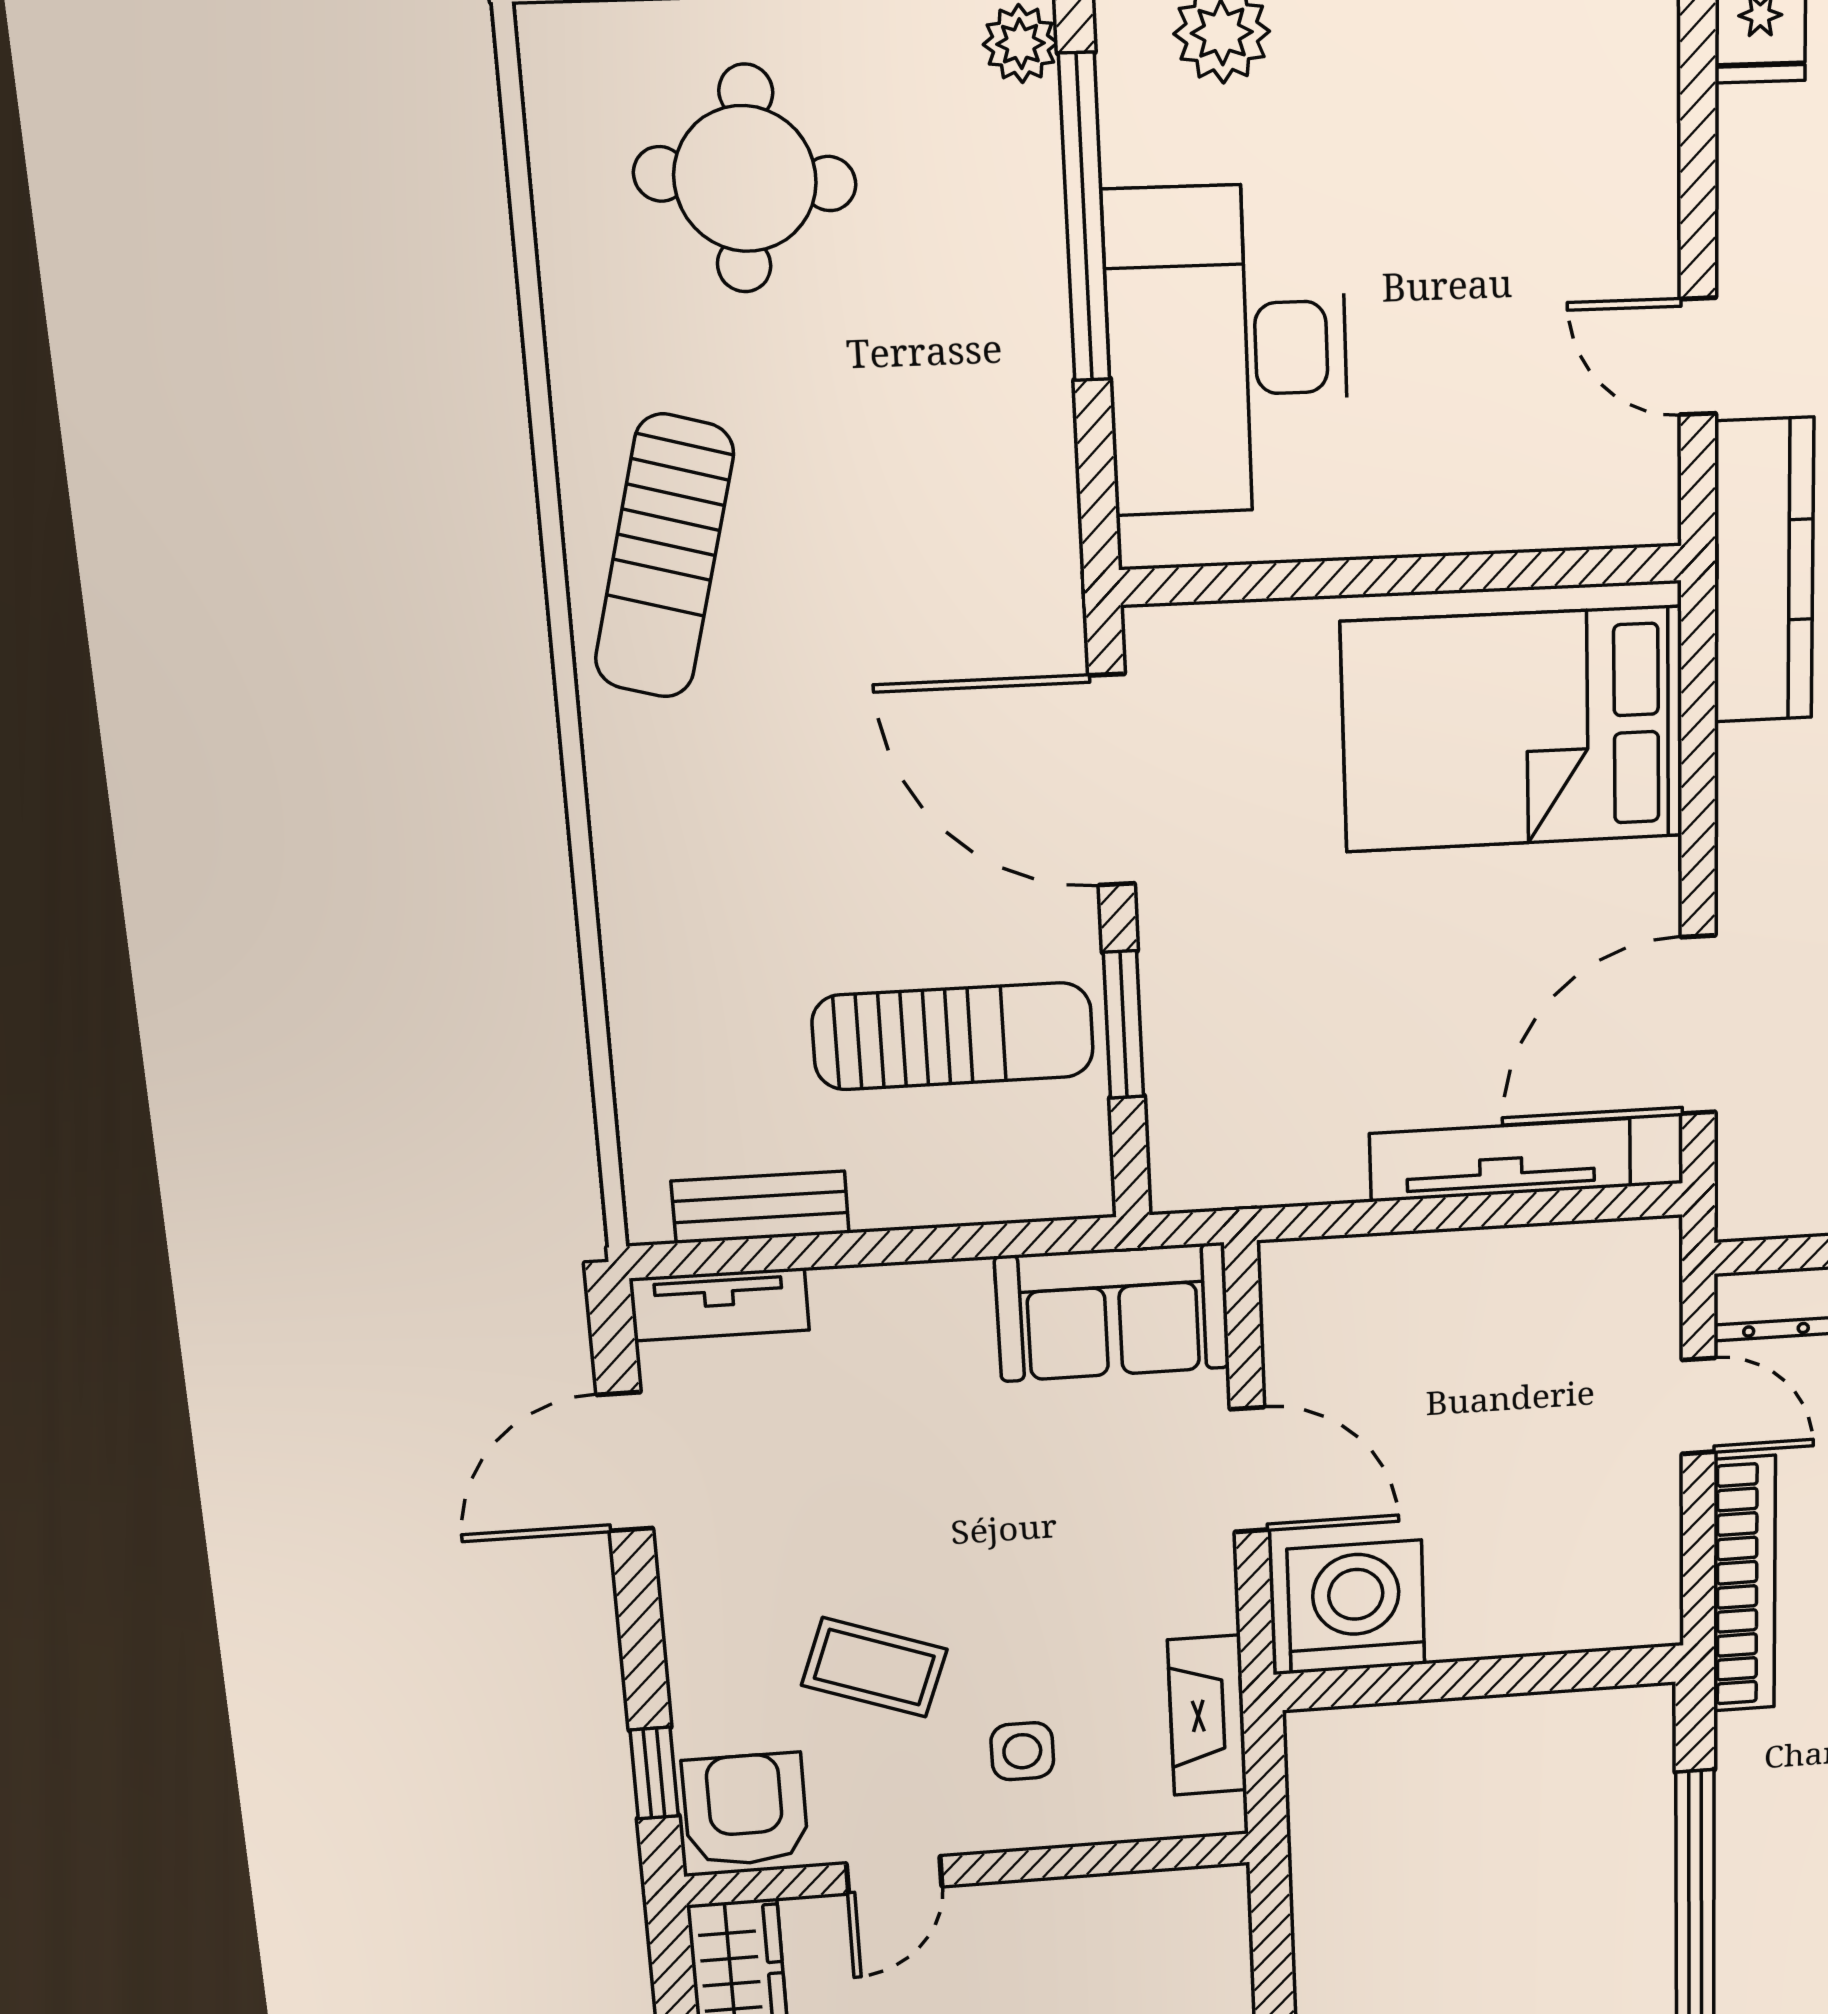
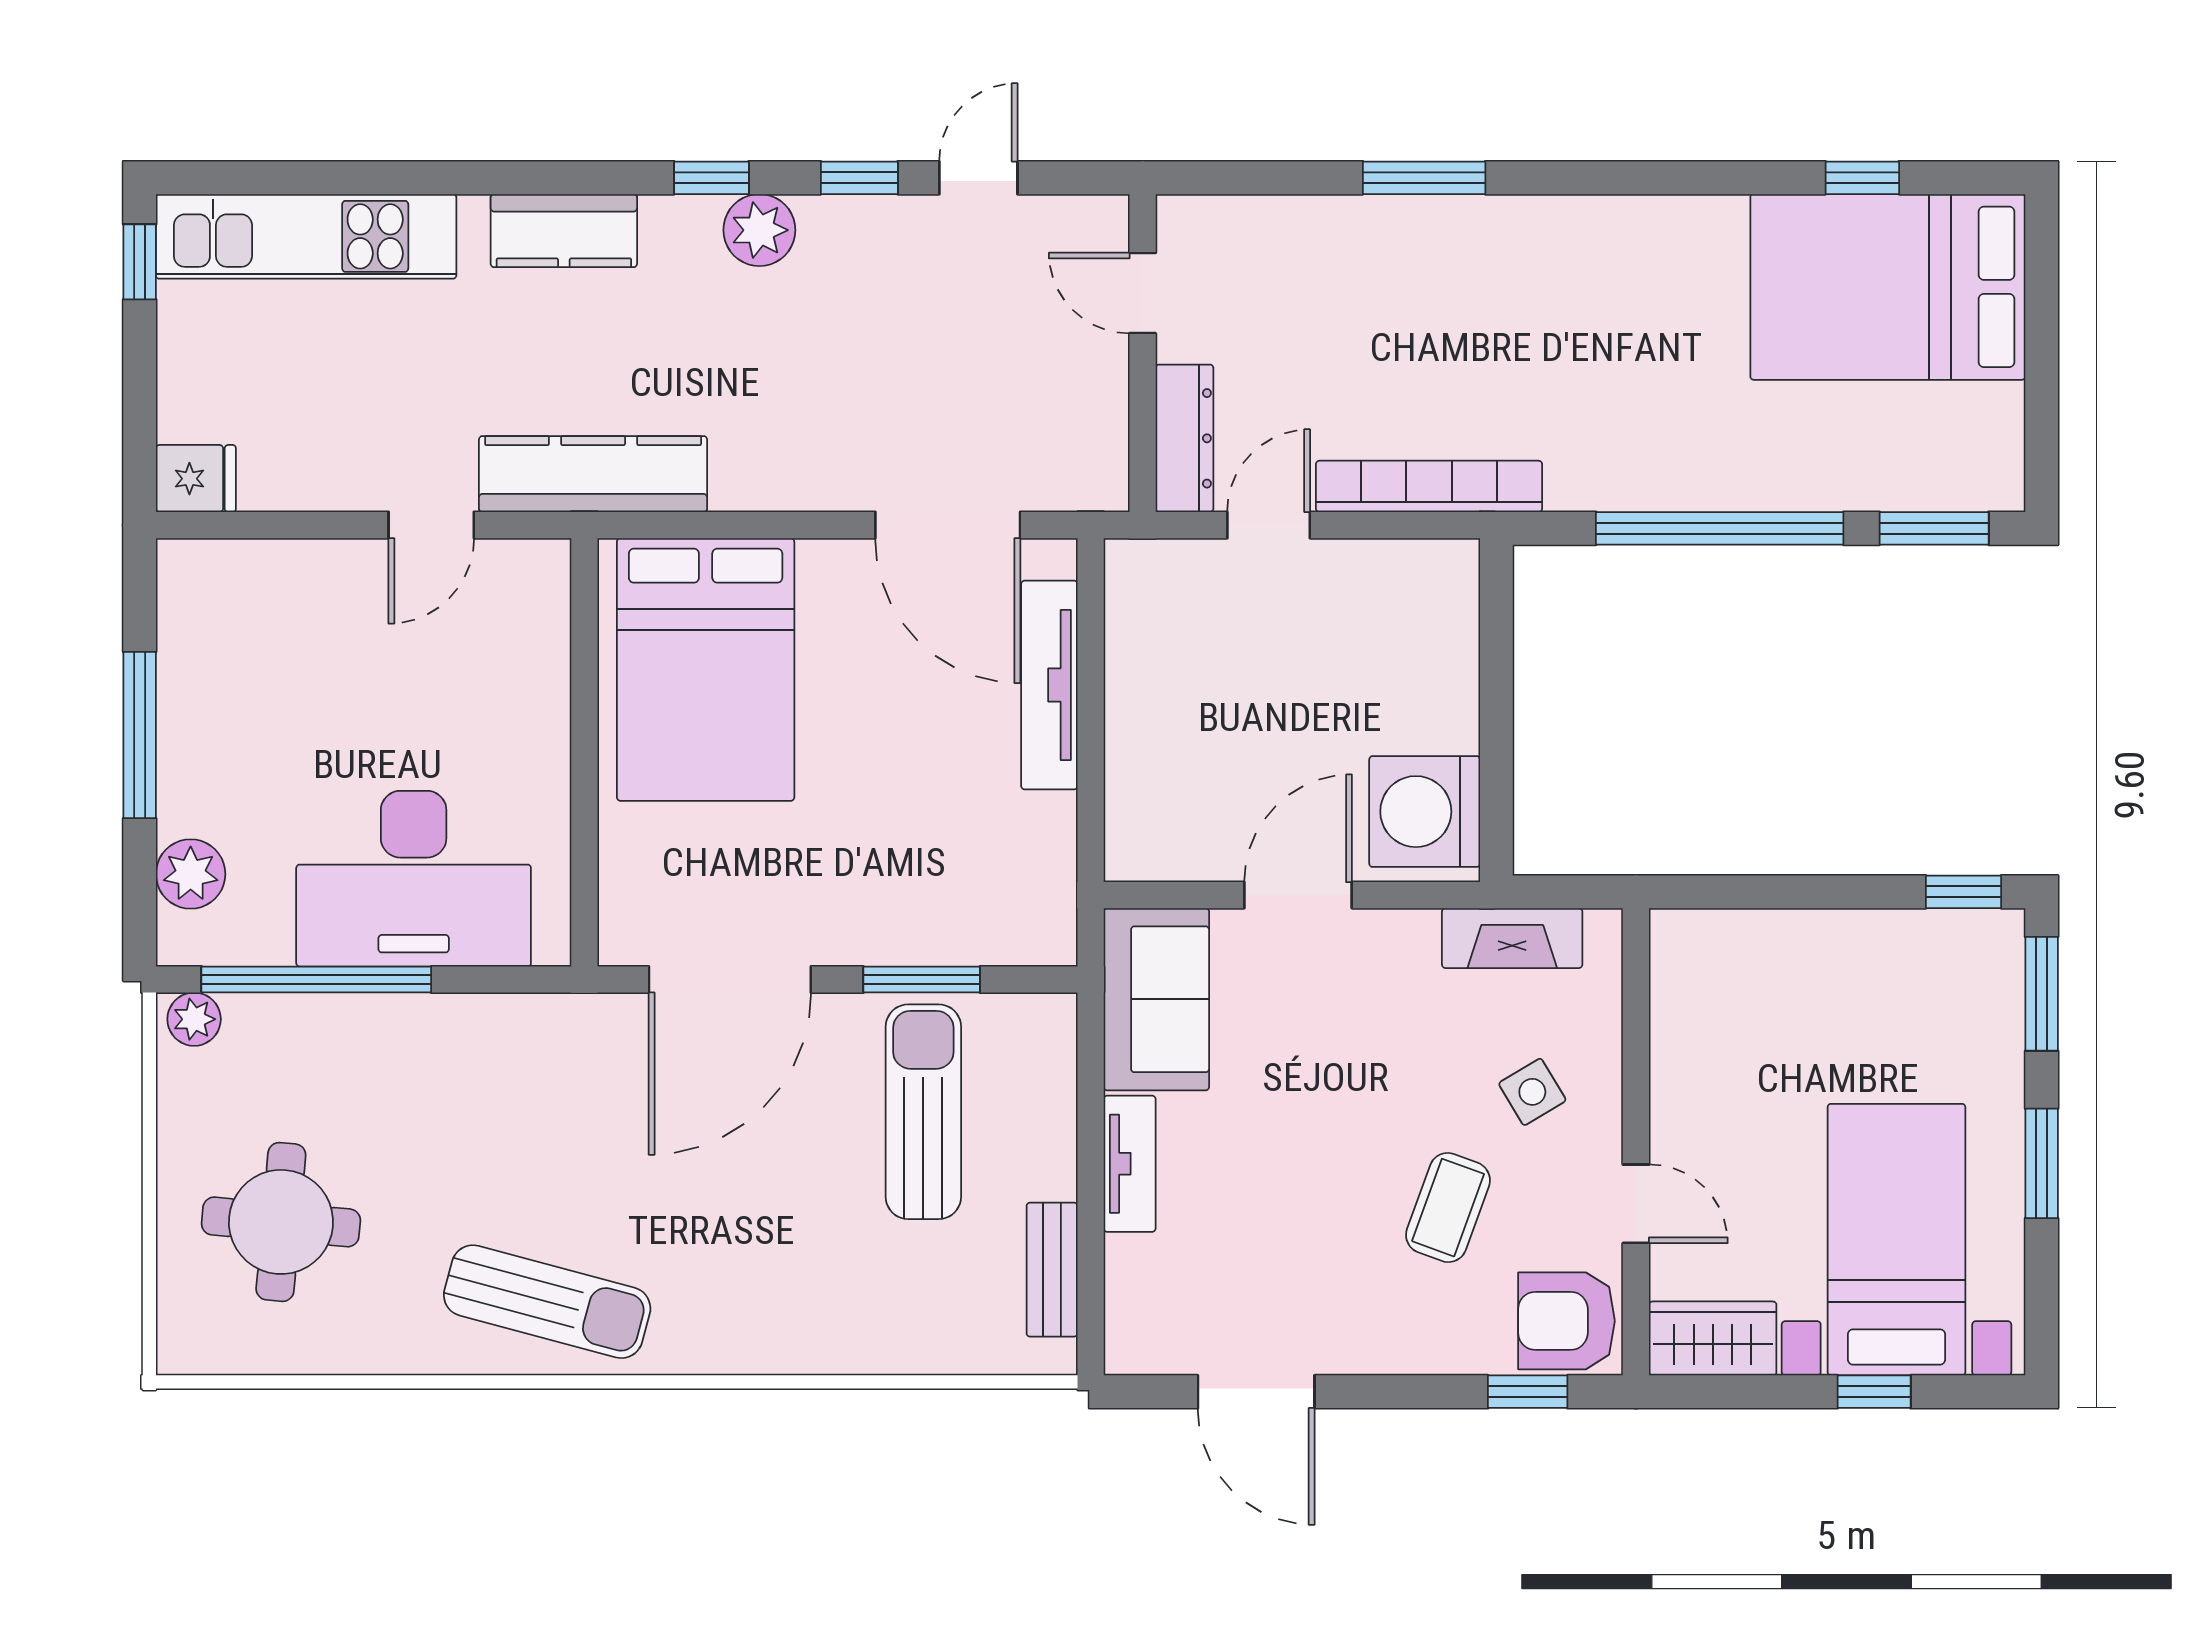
tv unit: (719, 1304) -> (1130, 1164), moved
side table: (1022, 1751) -> (1532, 1092), turned -31

